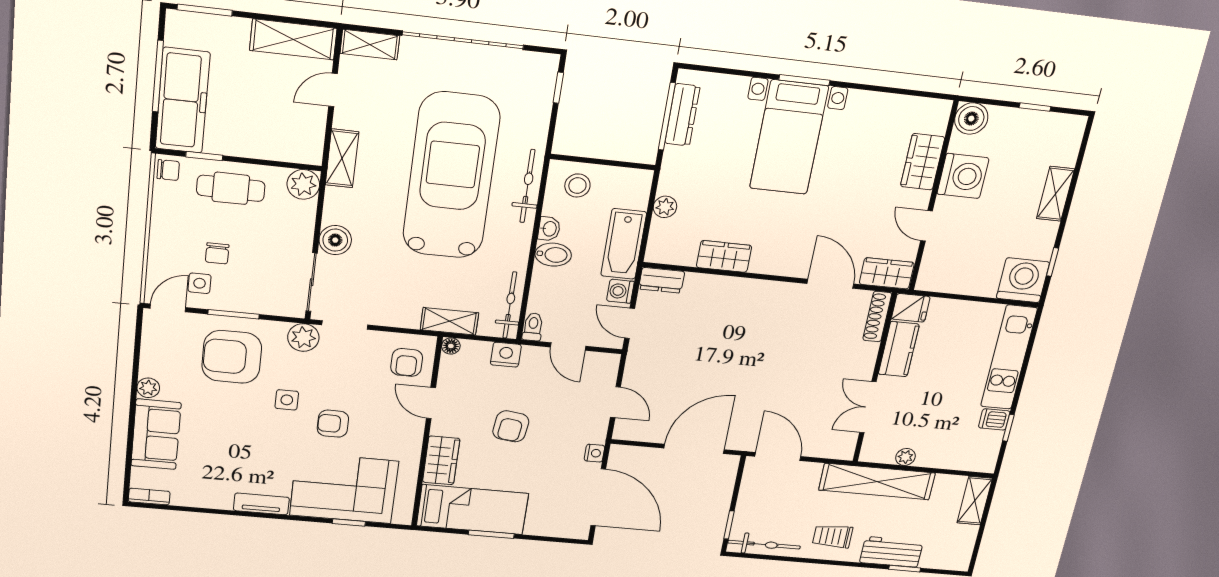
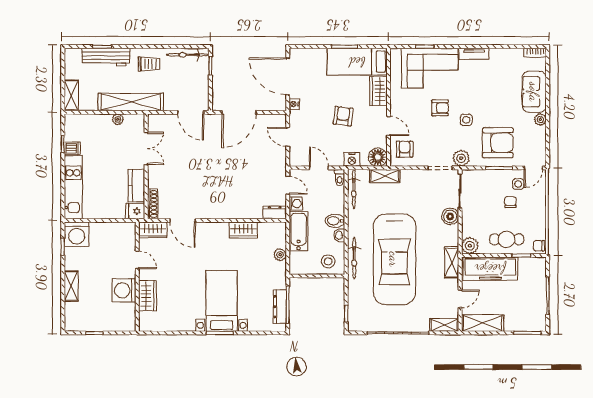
freezer: (183, 100) -> (490, 269), moved, turned -90
boiler: (971, 119) -> (127, 323), removed
floor lamp: (451, 346) -> (378, 157), width x1.89, depth x1.89
workbench: (891, 552) -> (106, 57), width x1.38

